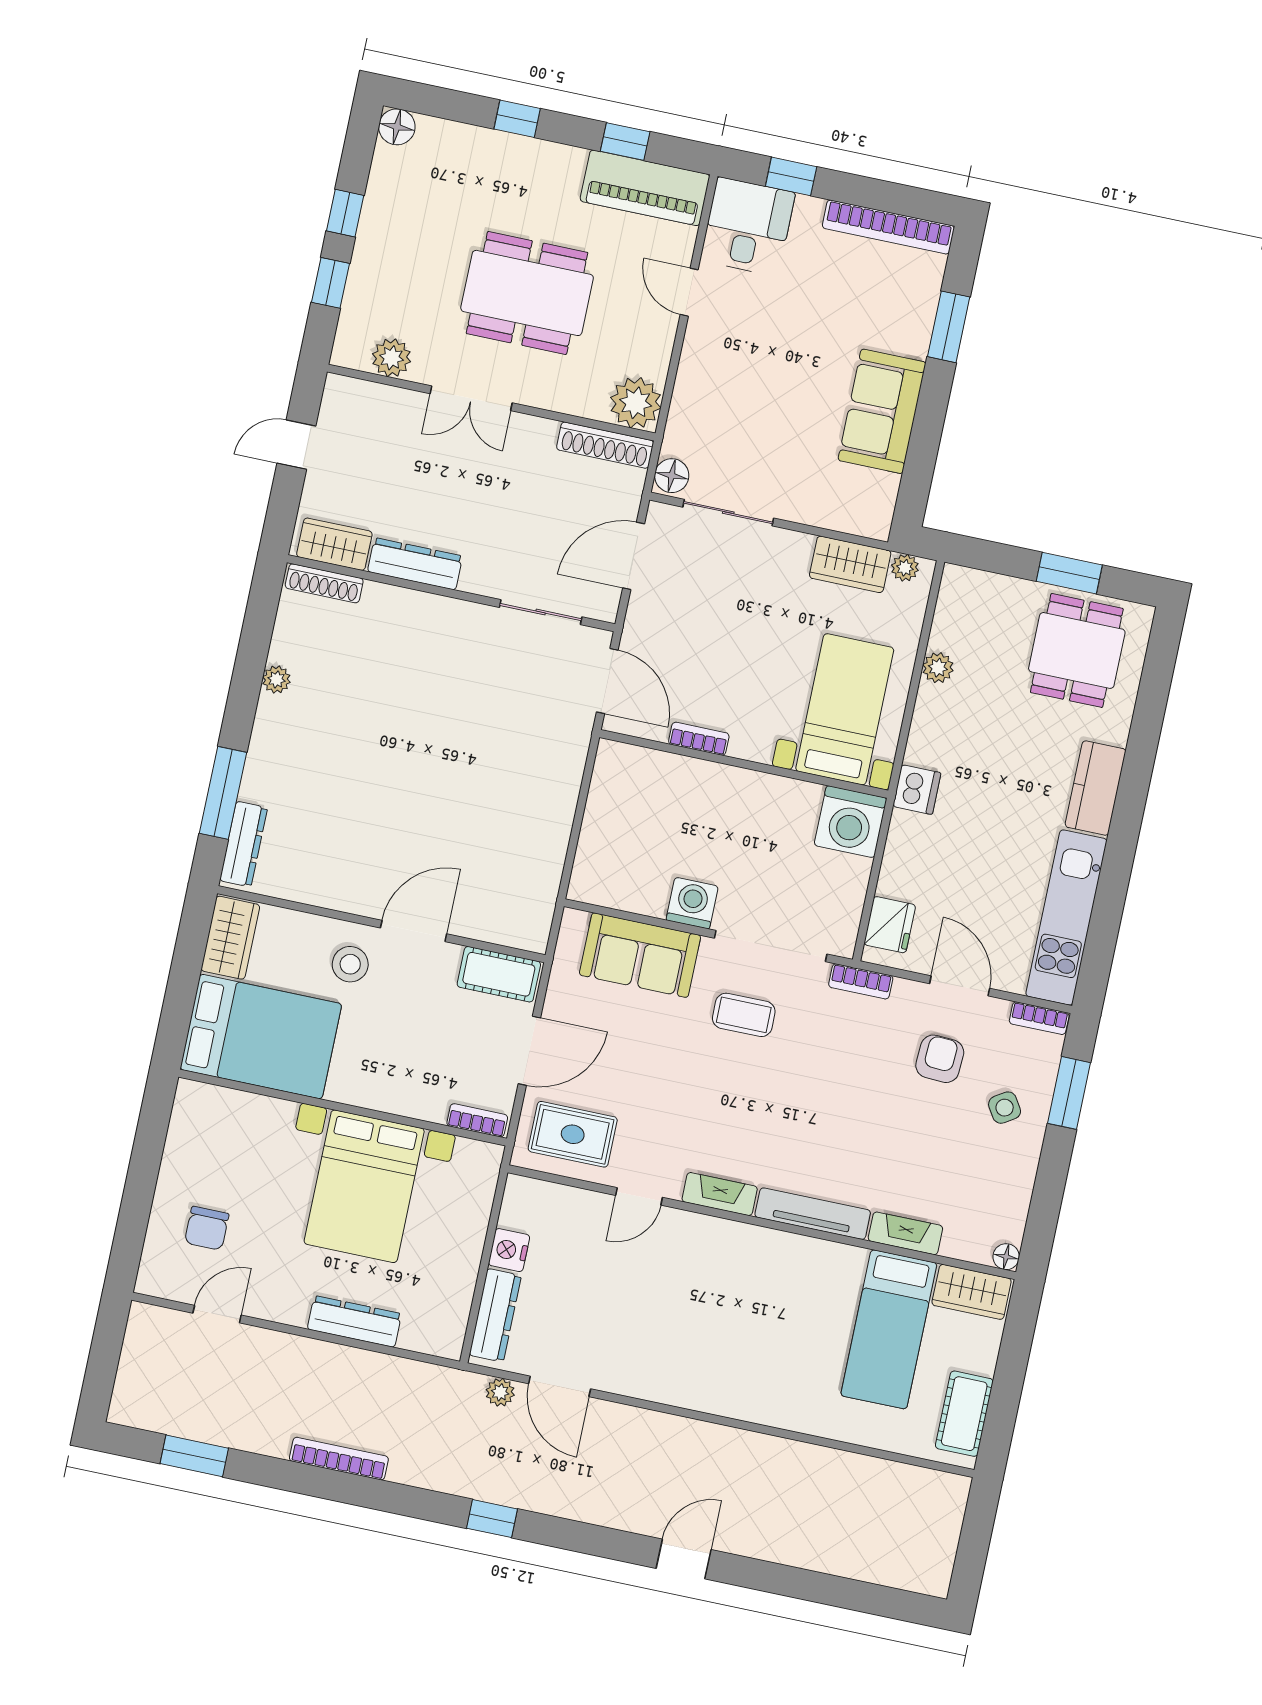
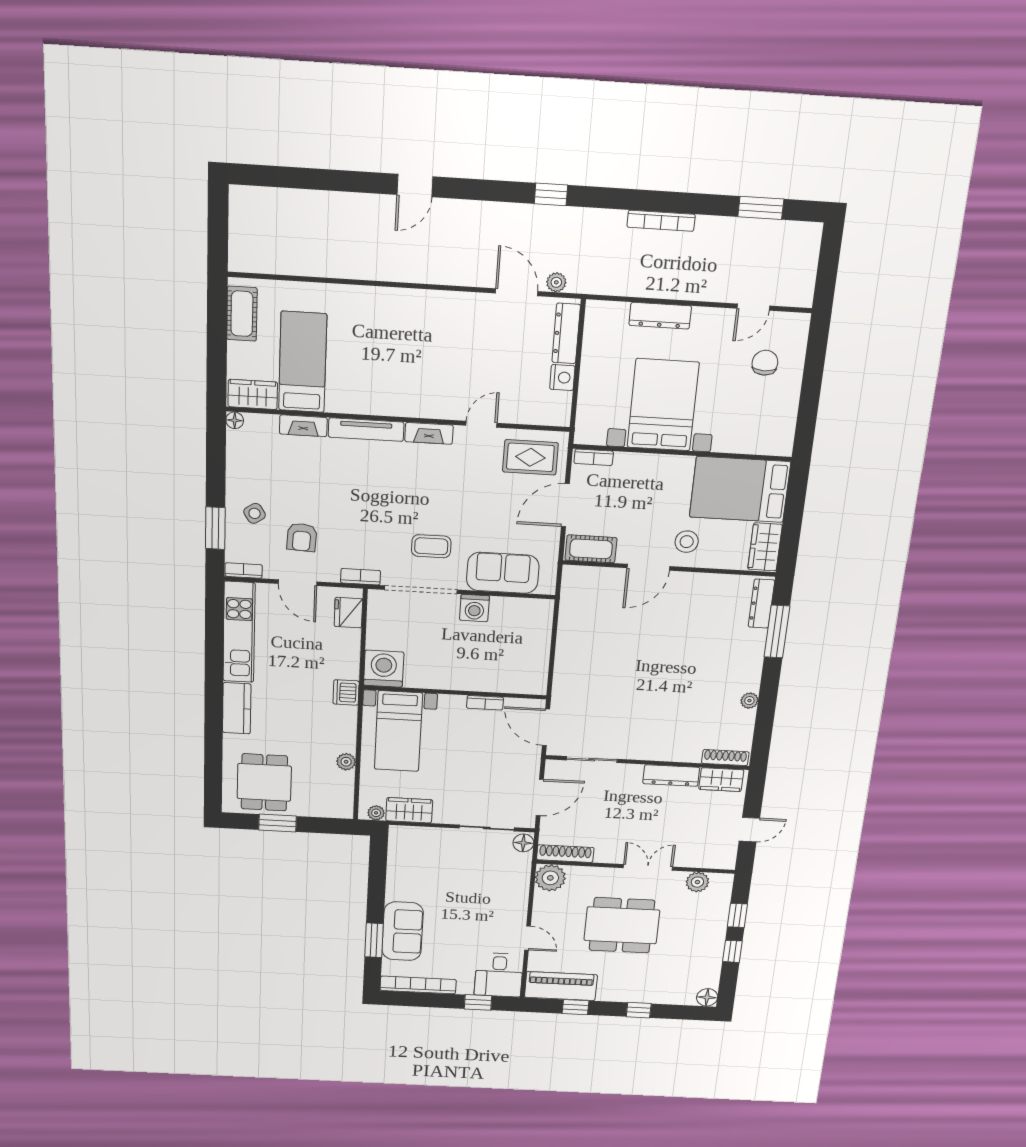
sofa: (882, 411) -> (403, 931), moved

